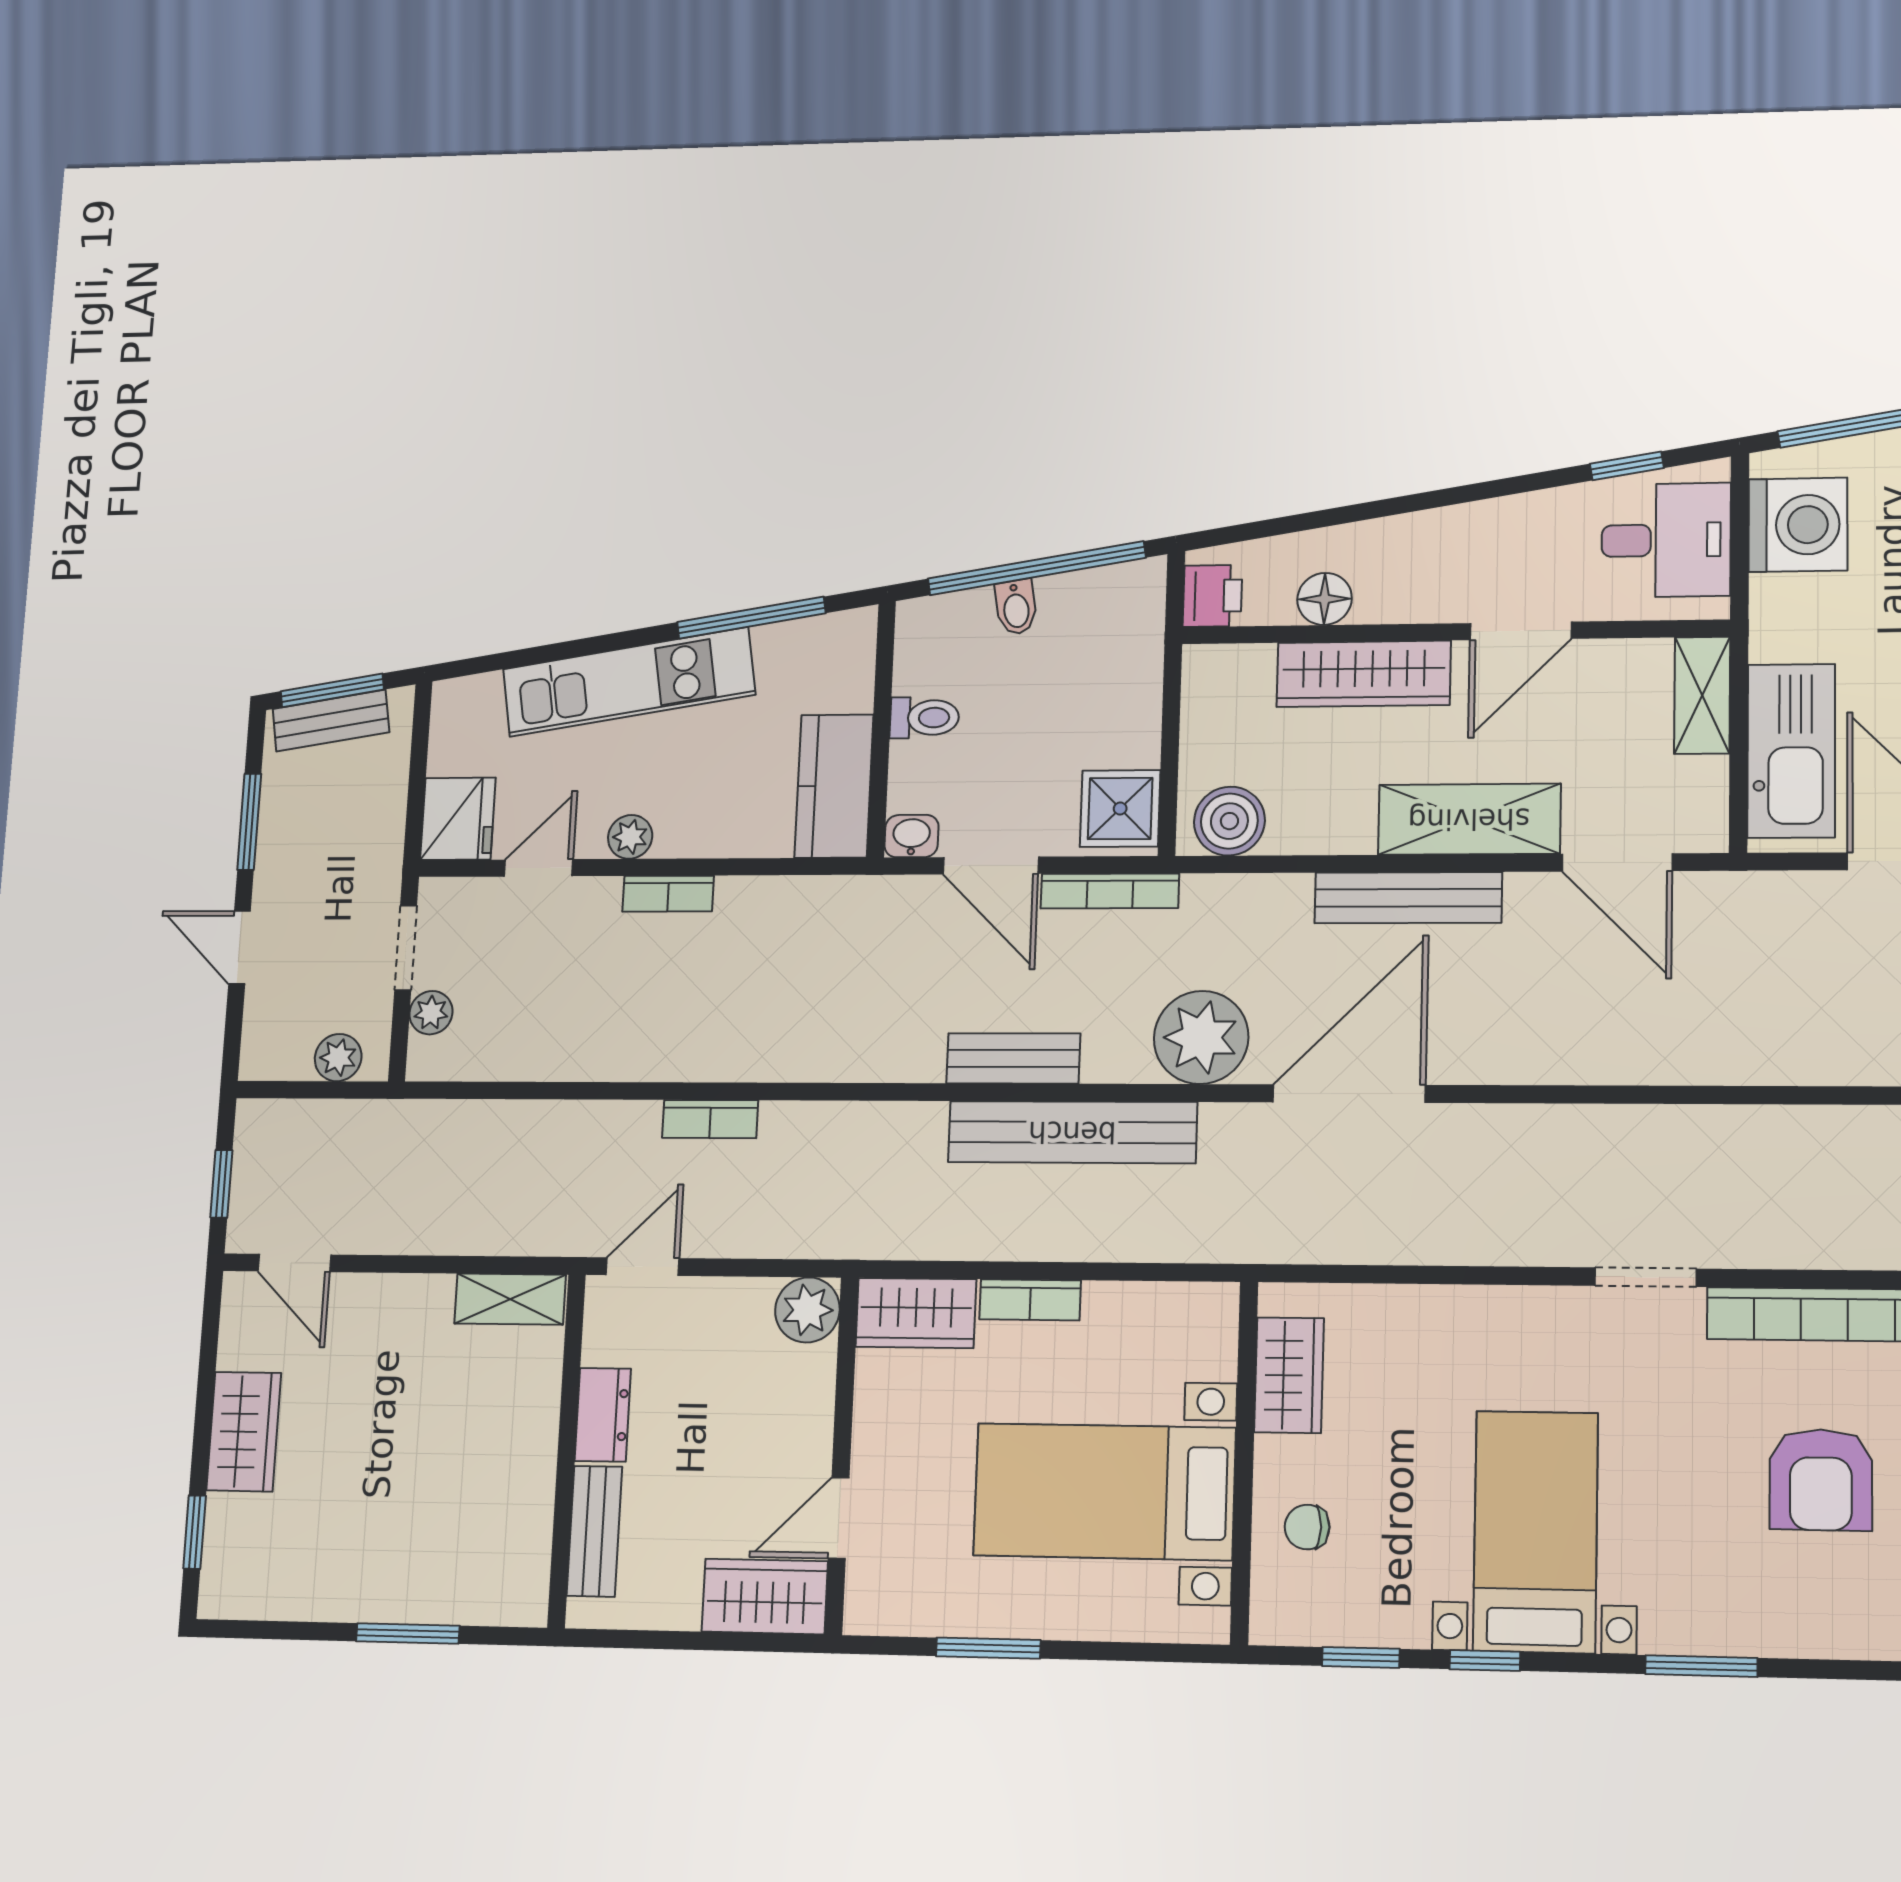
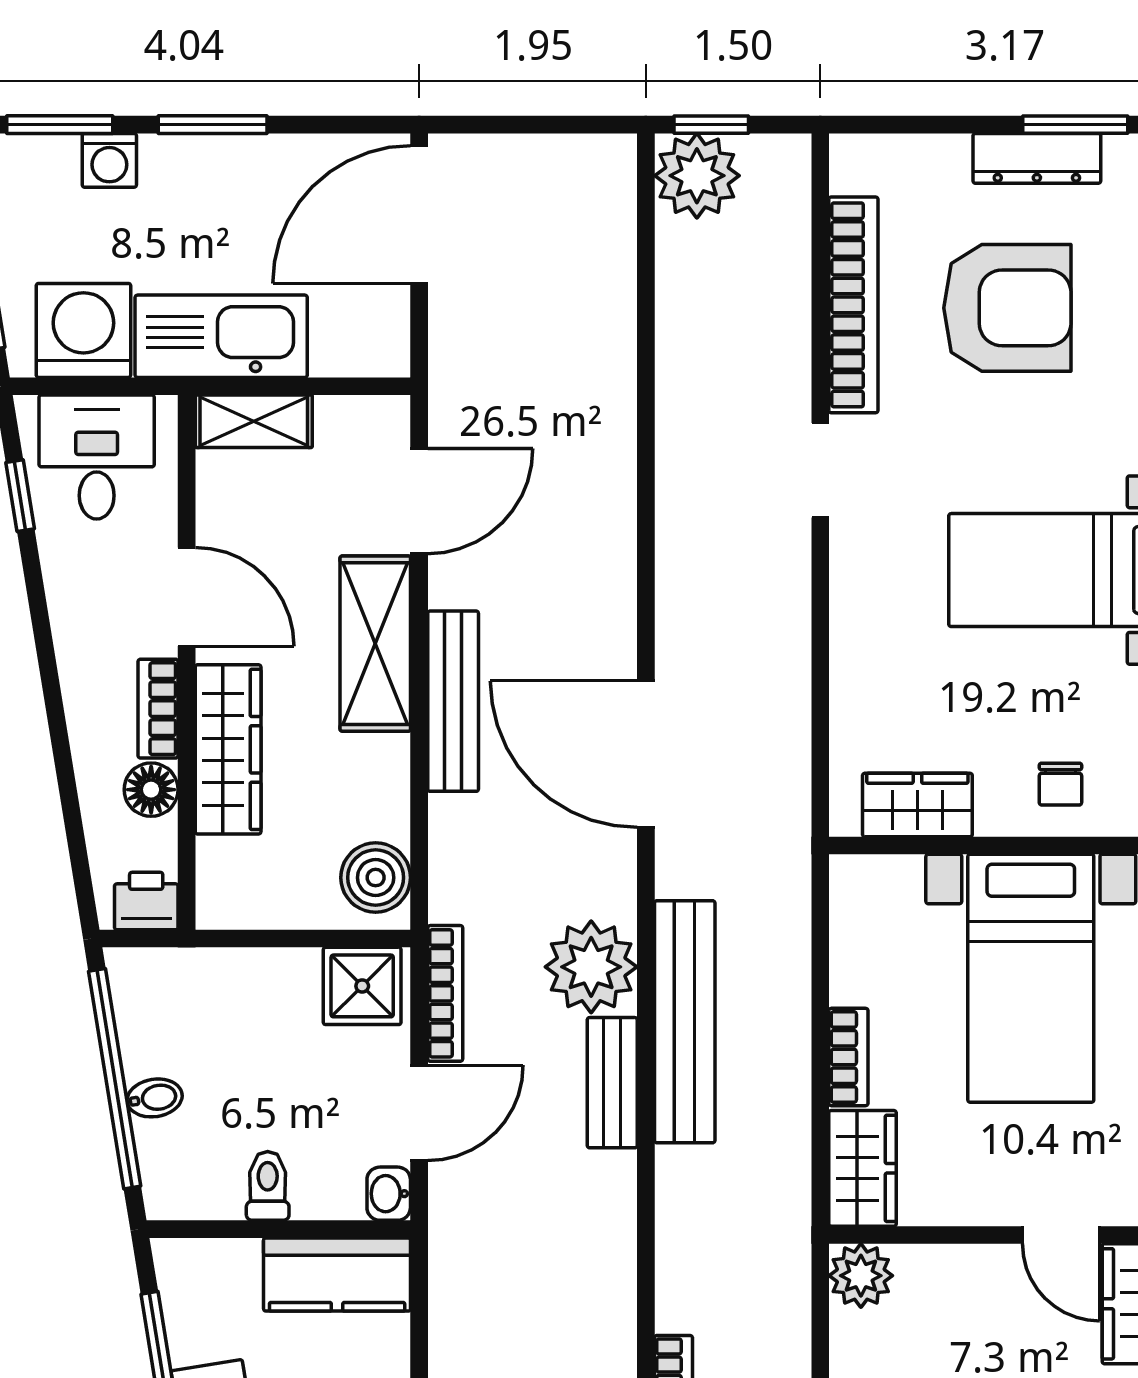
bookcase: (1407, 605) -> (158, 709), added
kitchen sink: (1791, 751) -> (221, 336), moved
plant: (1201, 1037) -> (591, 967), moved
armchair: (1821, 1480) -> (1007, 308), width x1.36, depth x1.36

